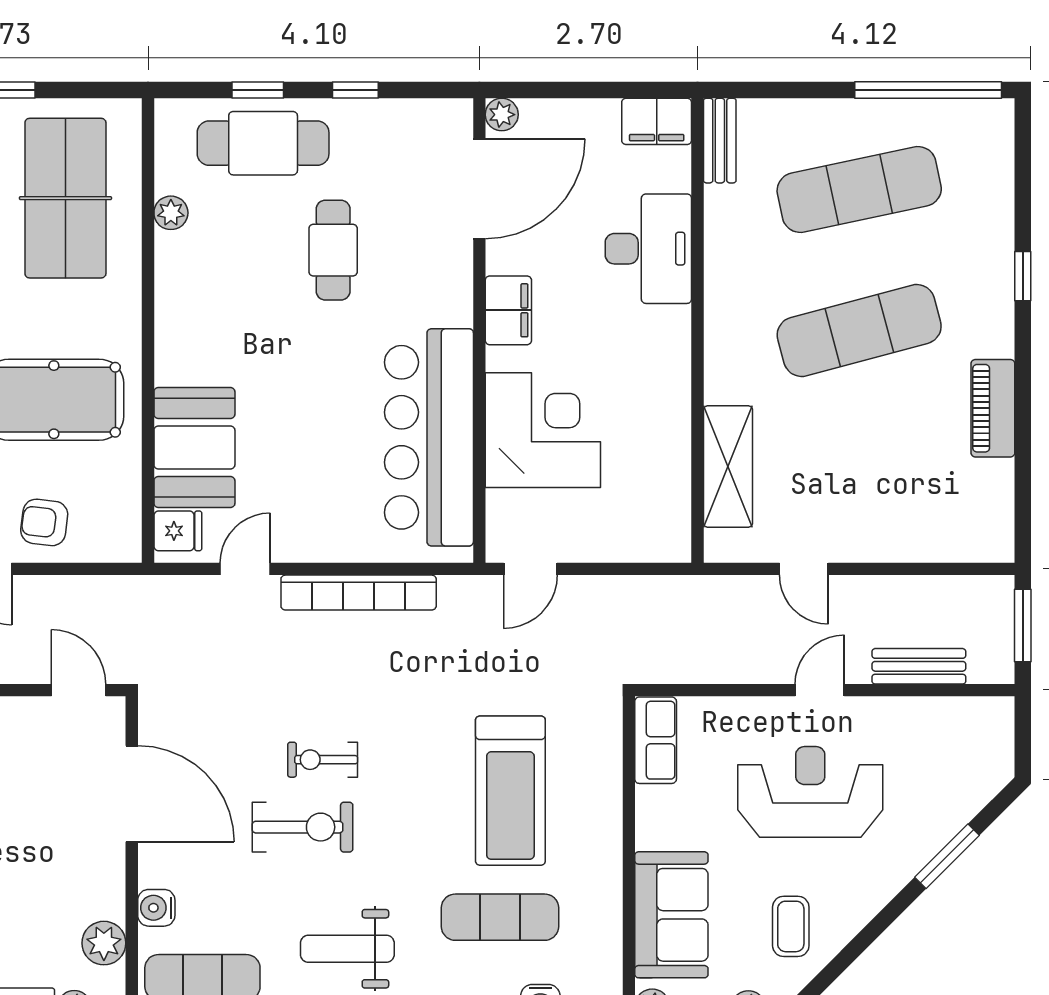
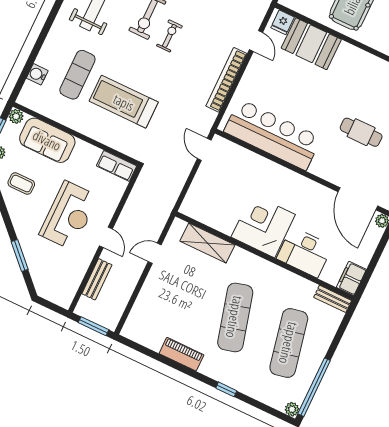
plant: (998, 115) -> (292, 409), added
filing cabinet: (508, 310) -> (306, 188), removed
corner desk: (543, 430) -> (263, 226), moved, turned 180

